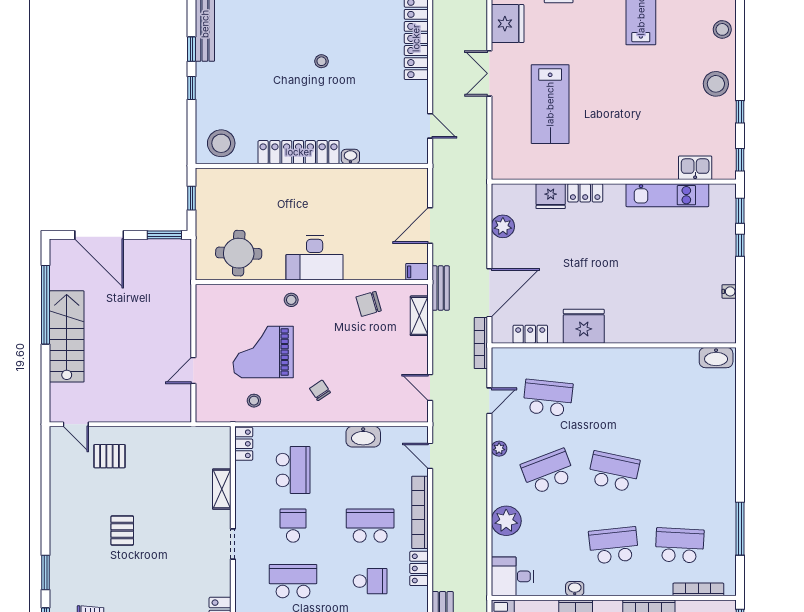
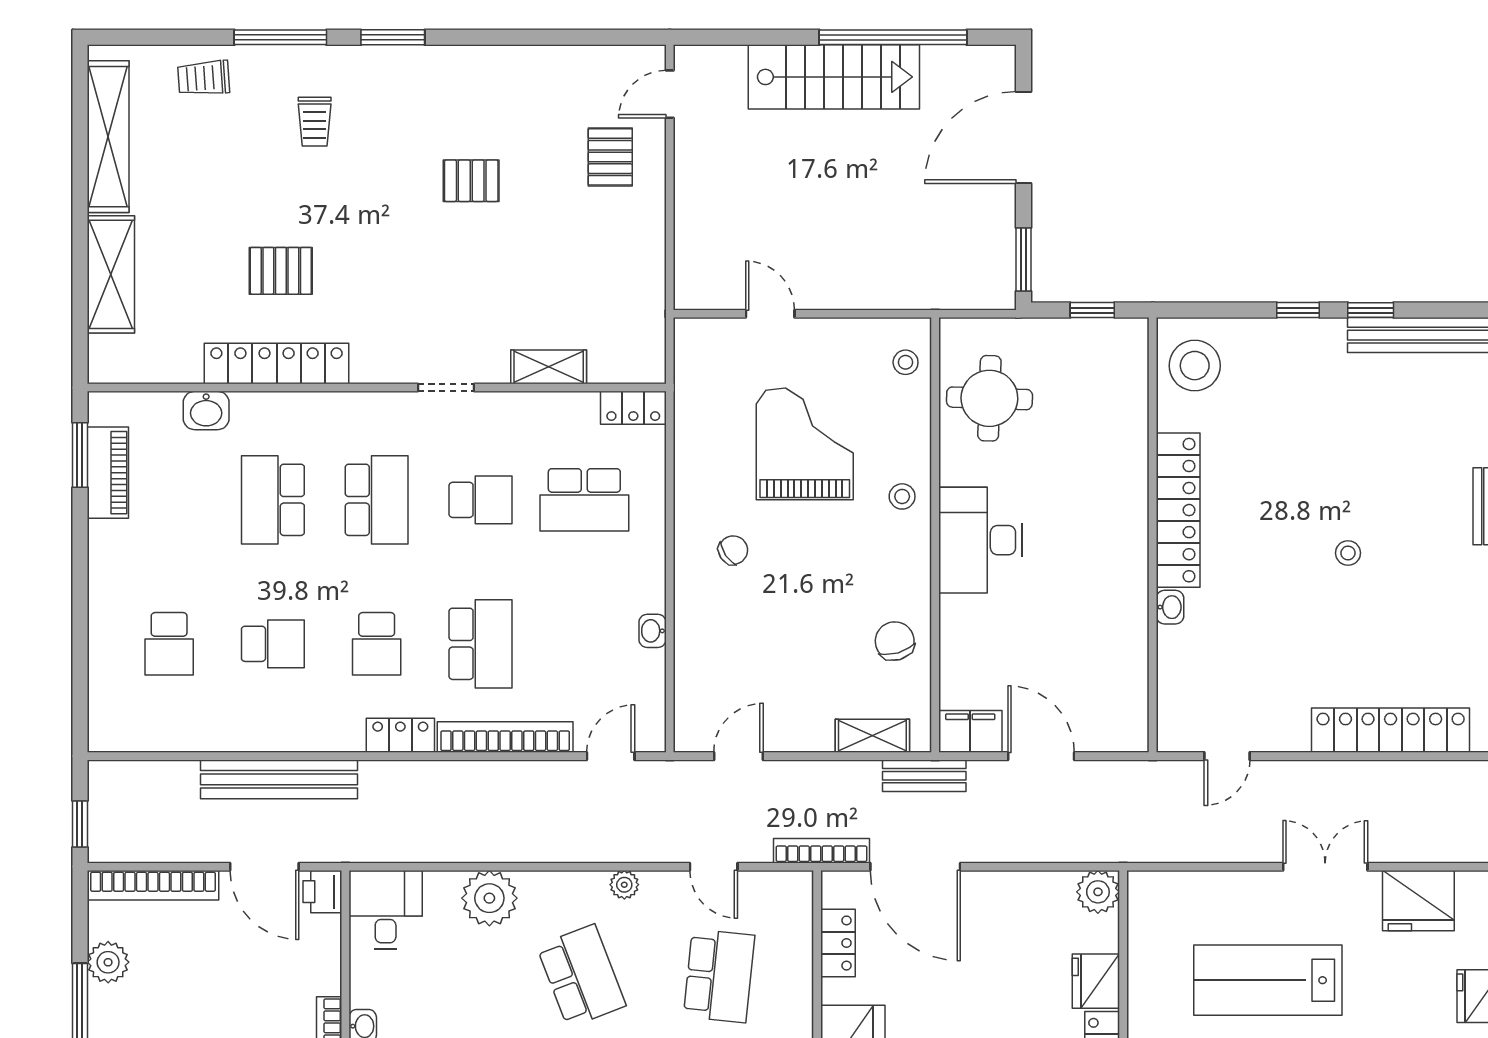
plant: (503, 226) -> (1098, 892), moved
filing cabinet: (417, 272) -> (970, 731), width x2.00
stool: (254, 401) -> (906, 362), moved
washbasin: (363, 437) -> (653, 631), width x0.52, depth x0.69

